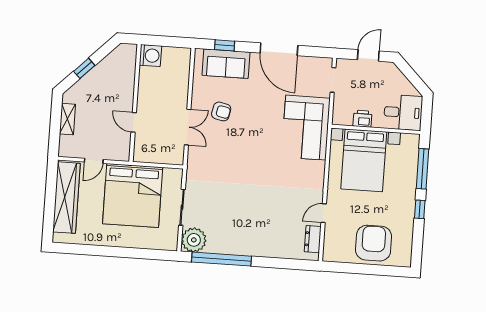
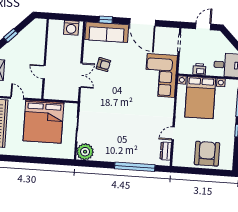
washing machine: (150, 55) -> (71, 28), moved, turned 90
sofa: (226, 64) -> (107, 32), width x1.36
door: (94, 161) -> (17, 98), swing flipped
window: (222, 259) -> (135, 167), moved

